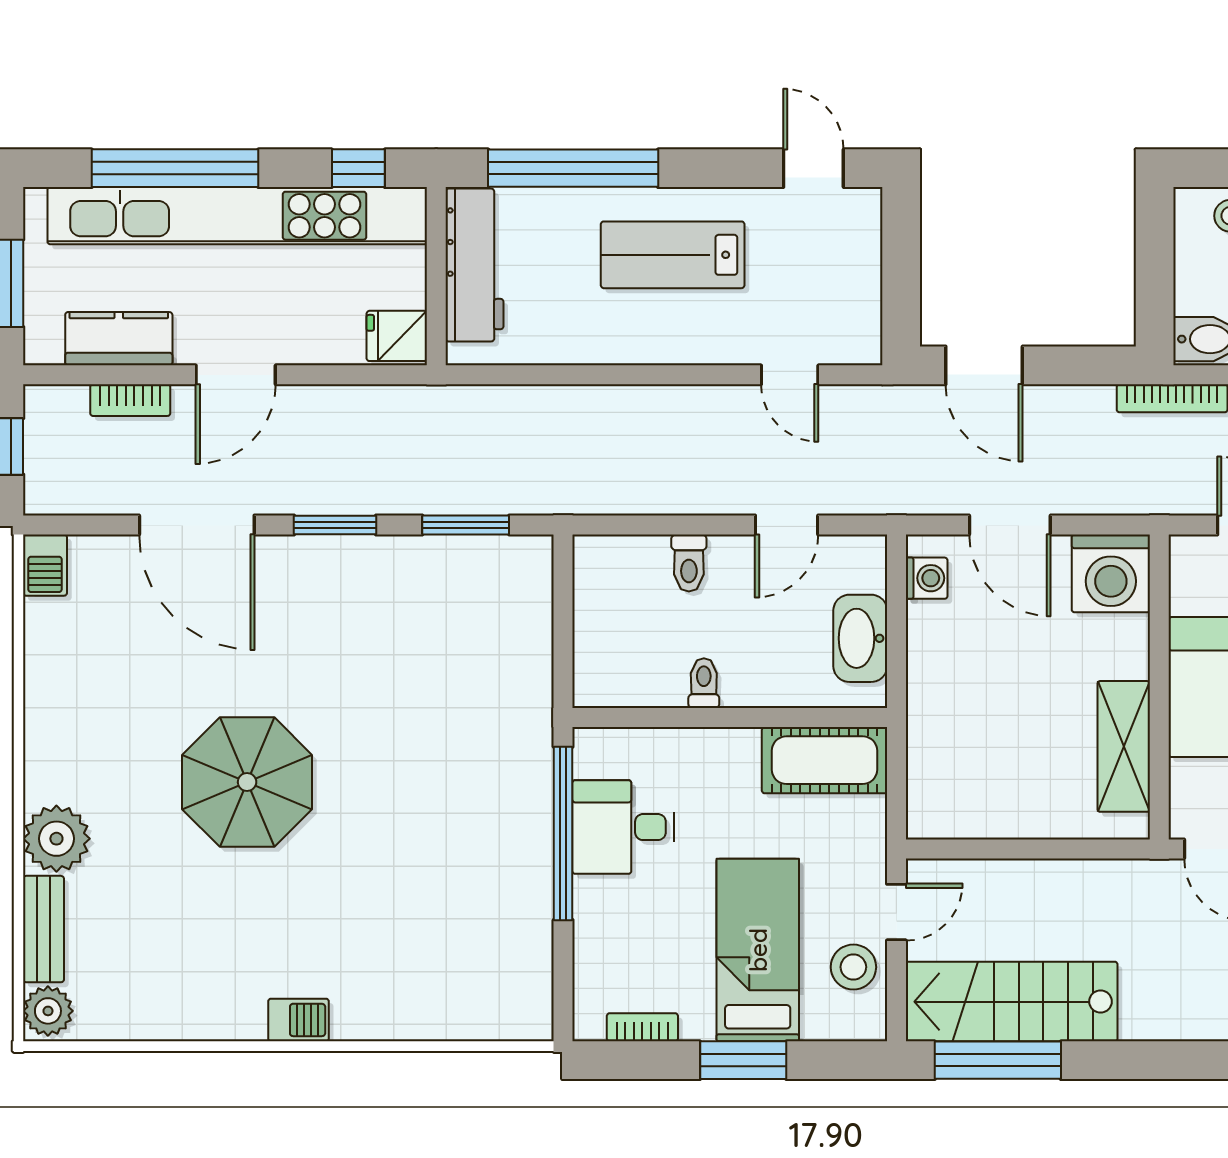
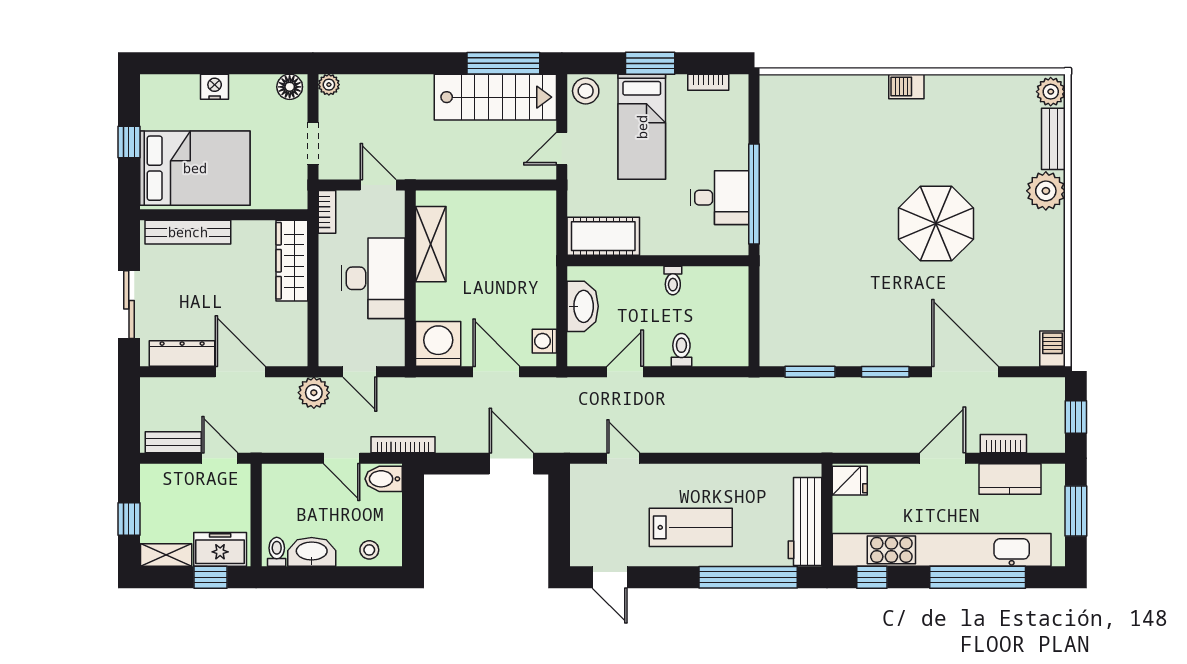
stool: (853, 967) -> (586, 91), moved

